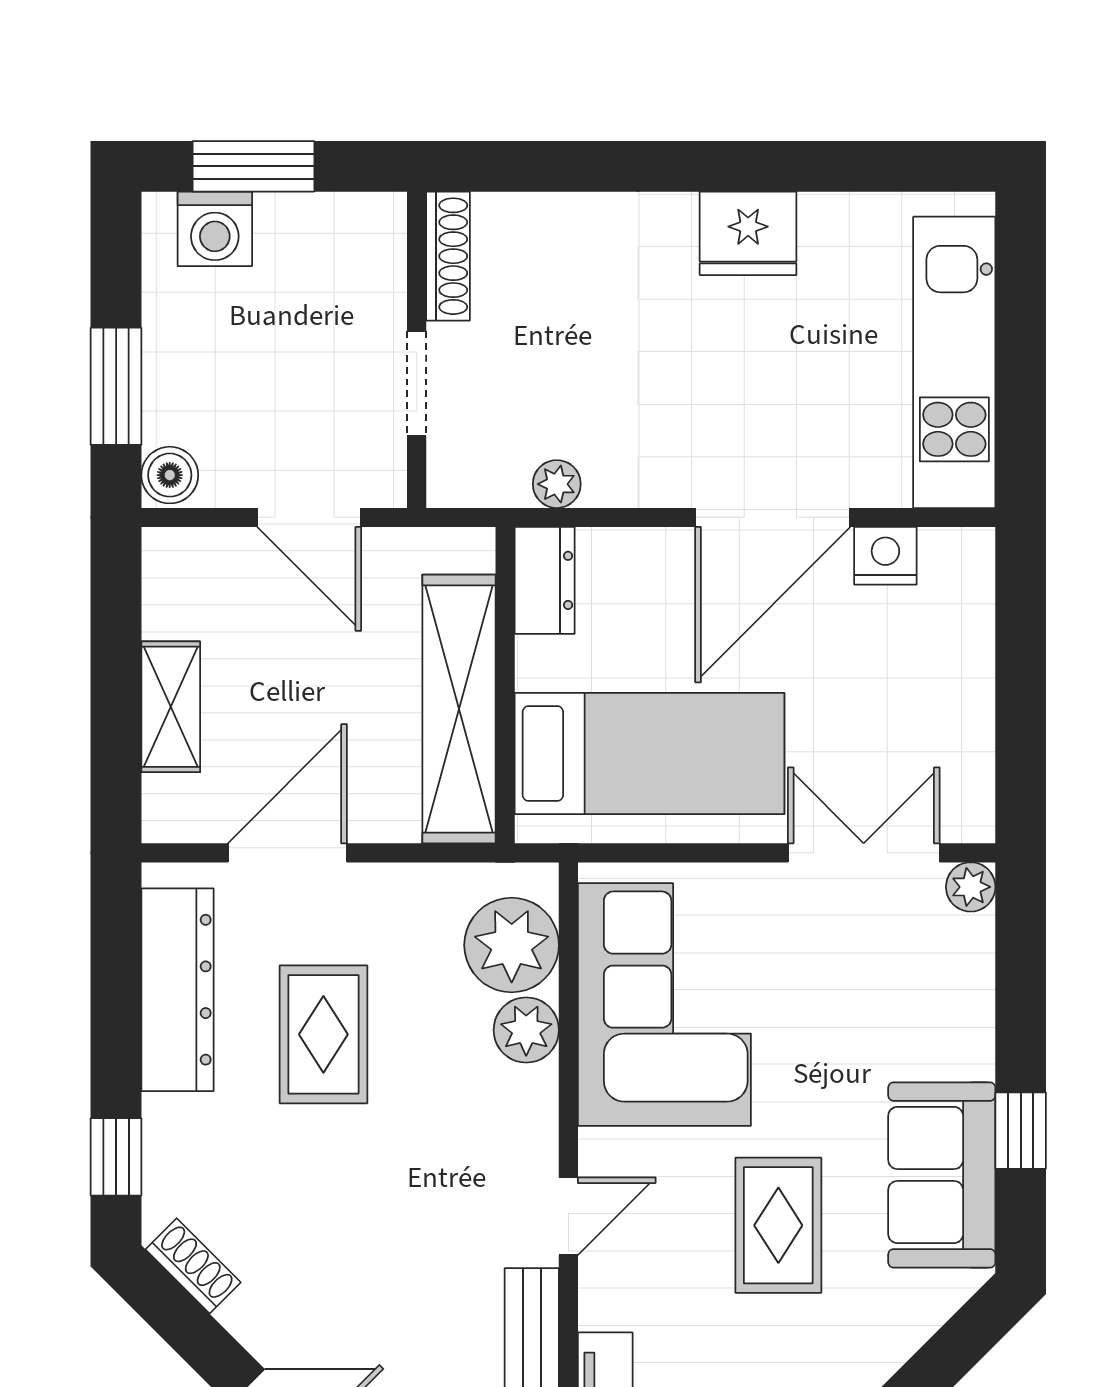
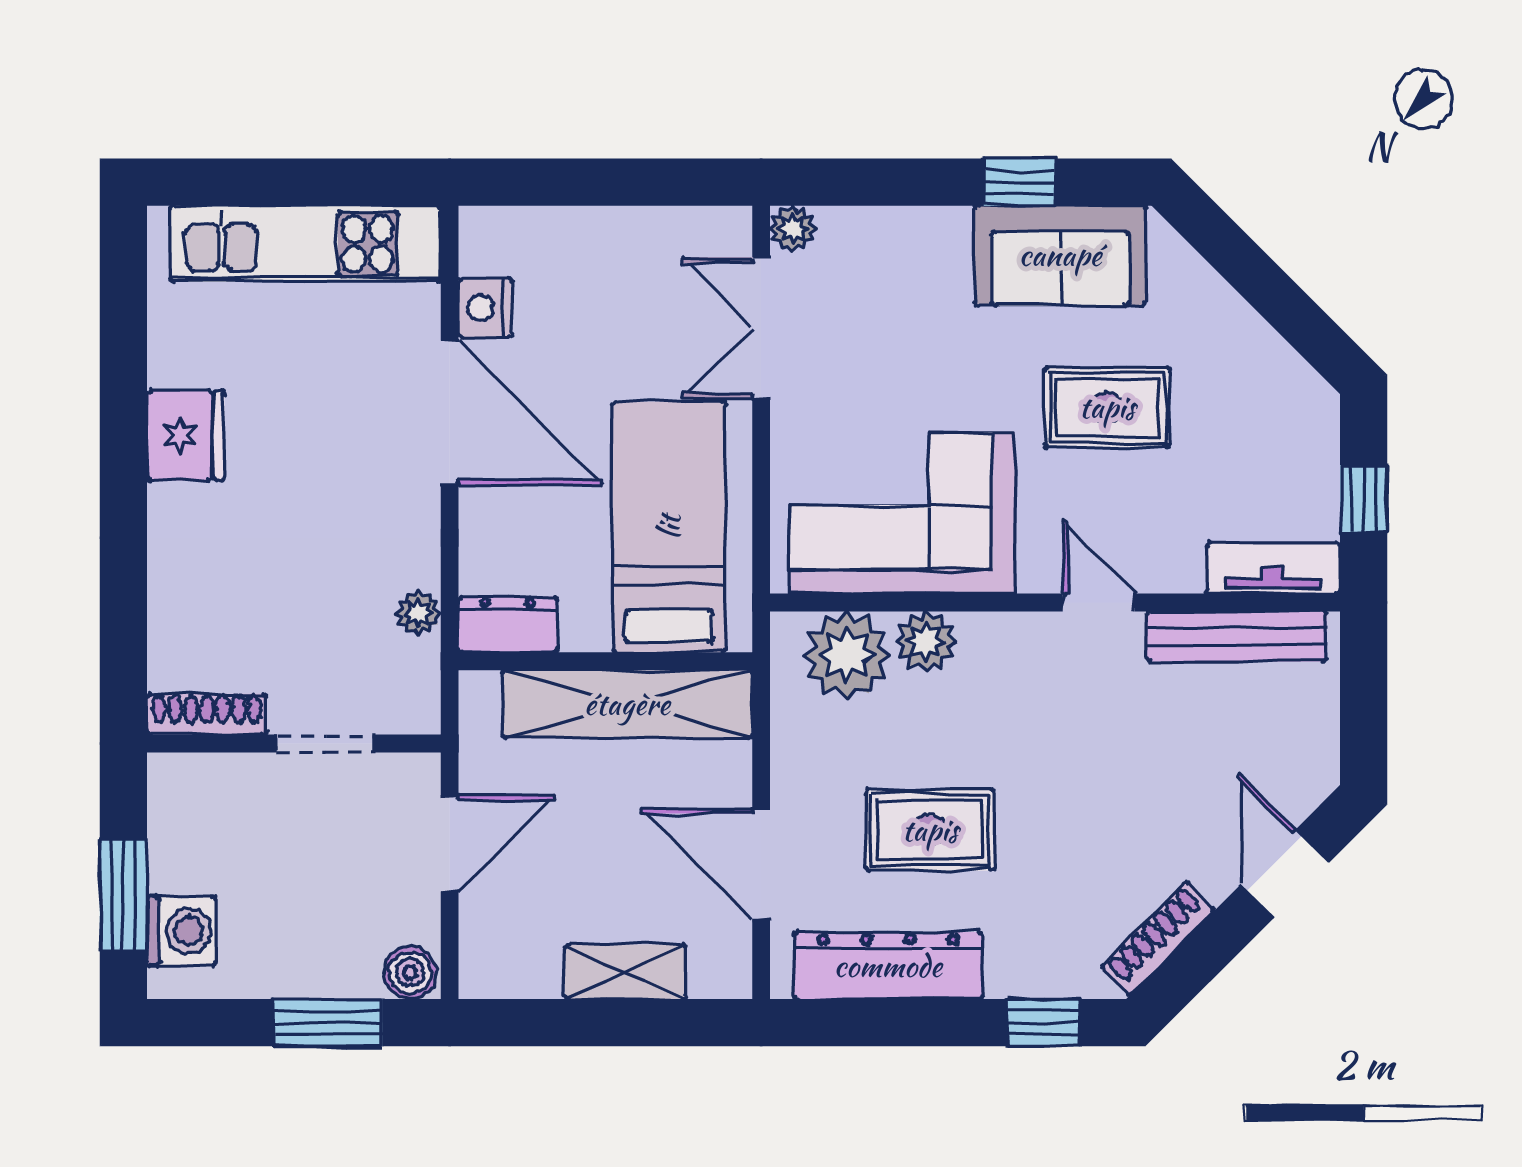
shoe rack: (193, 1266) -> (1158, 938), width x1.43

